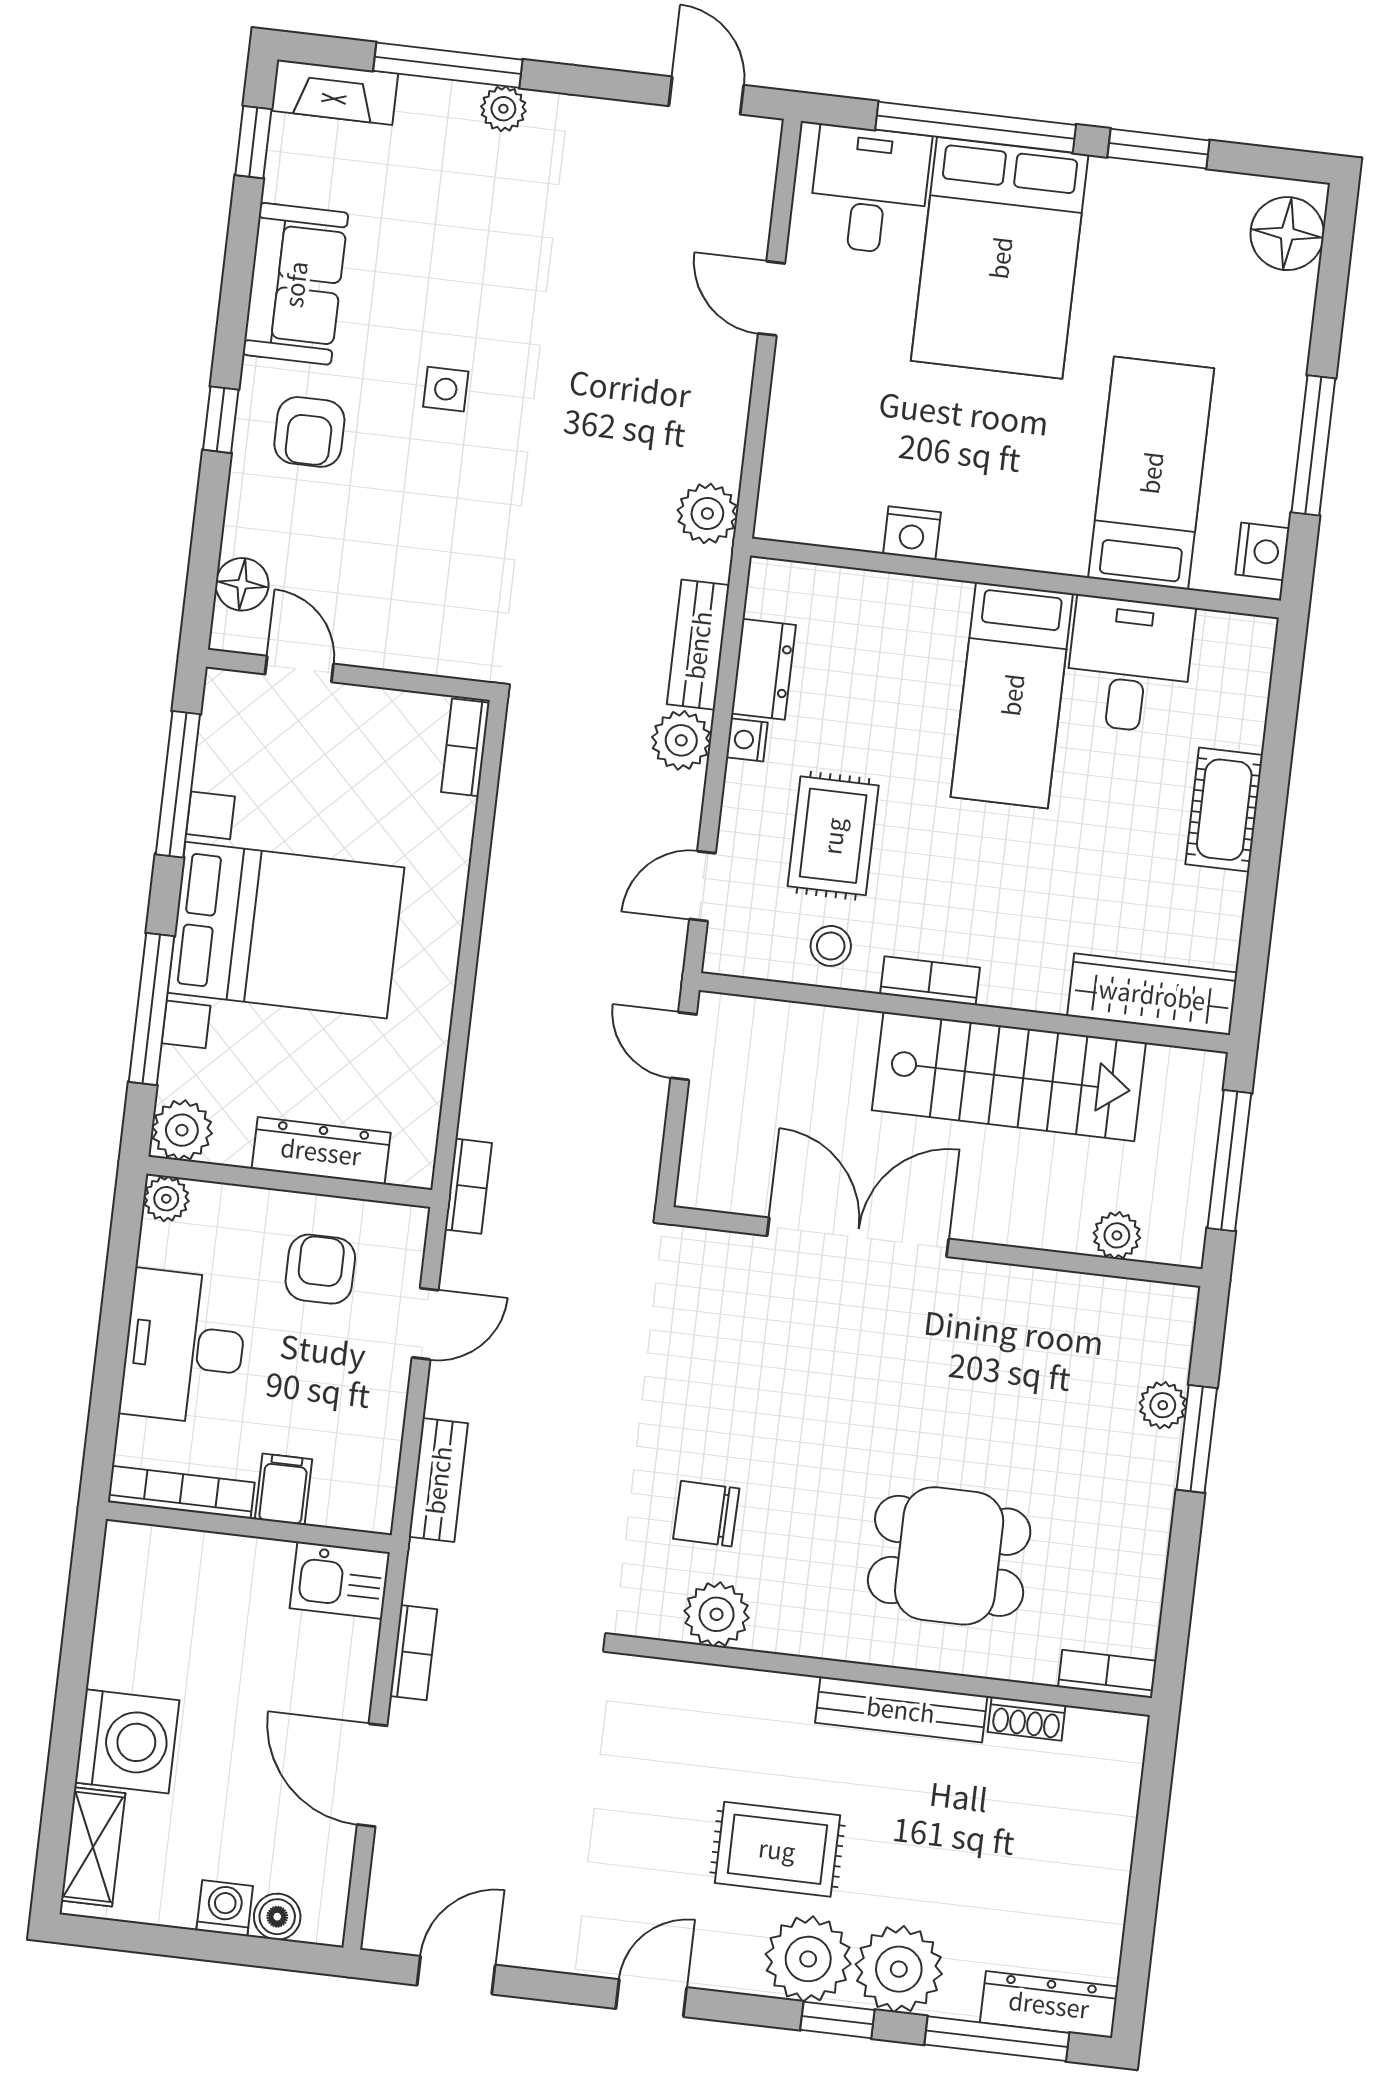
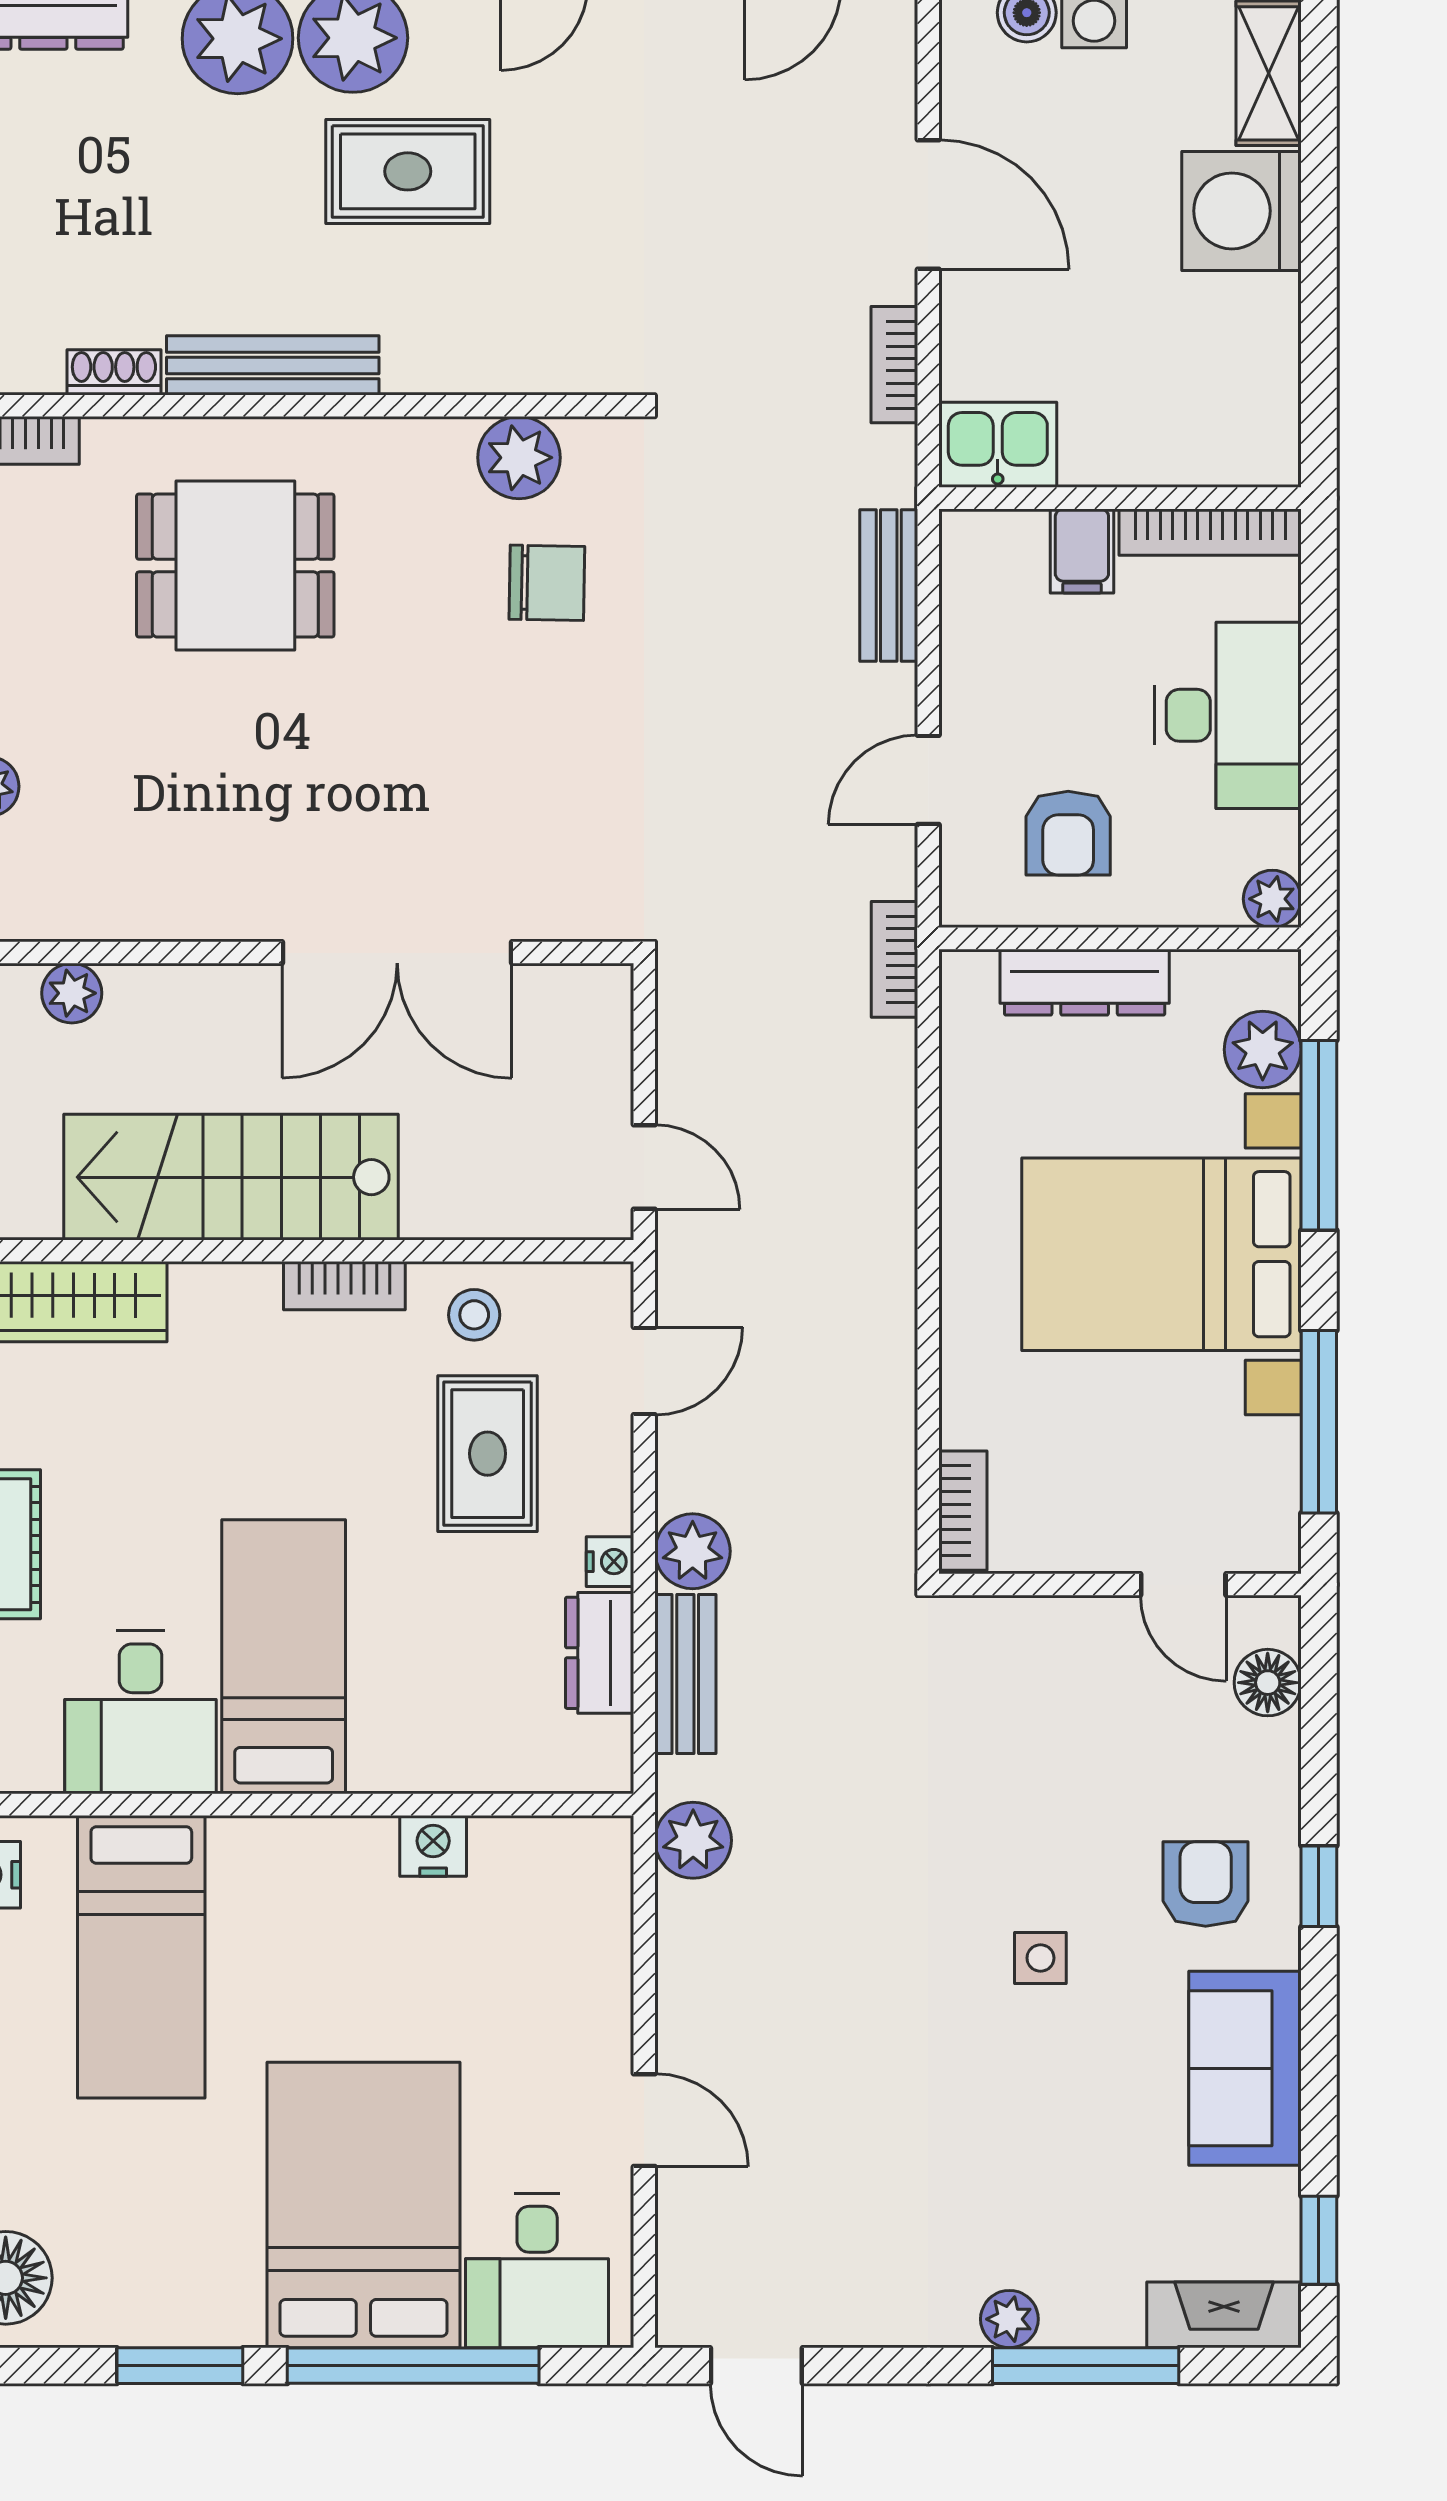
plant: (182, 1130) -> (1263, 1050), moved

